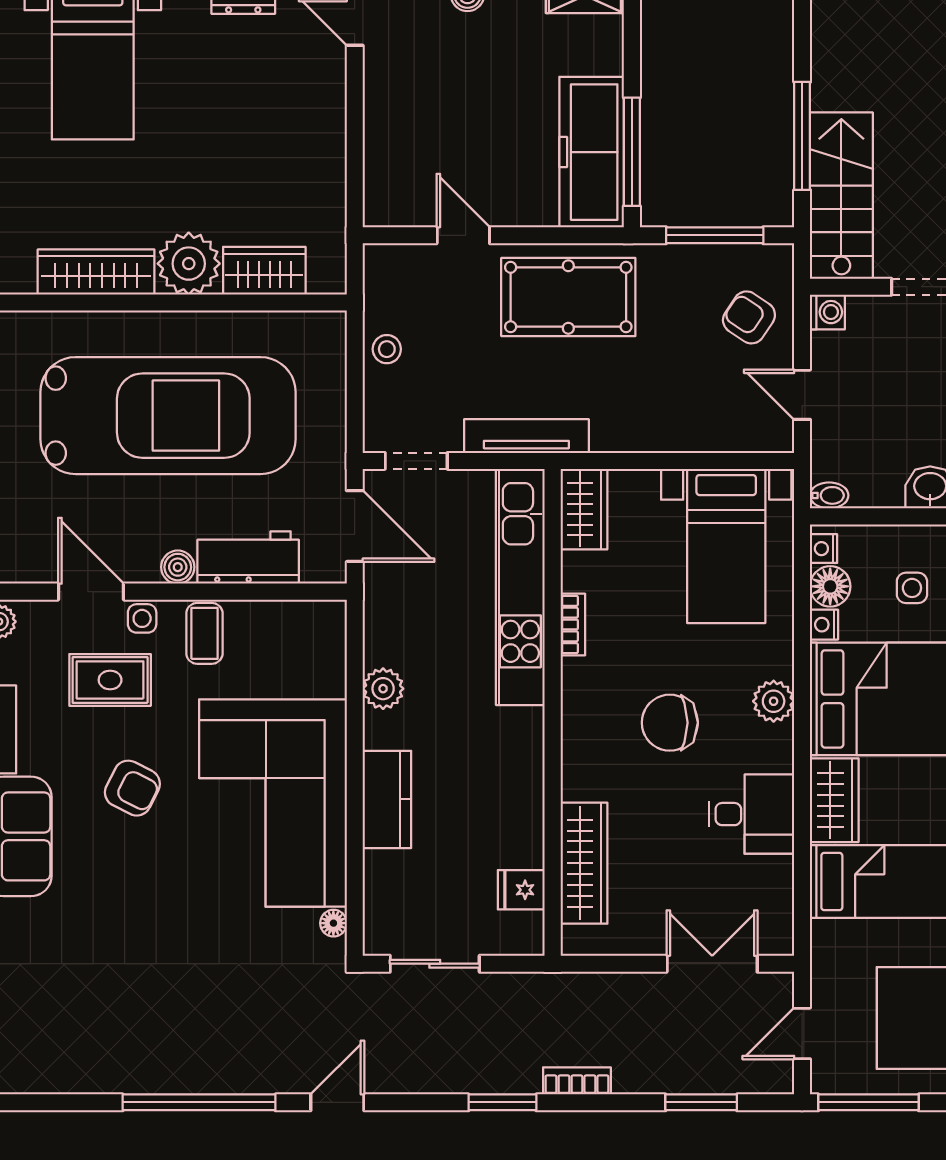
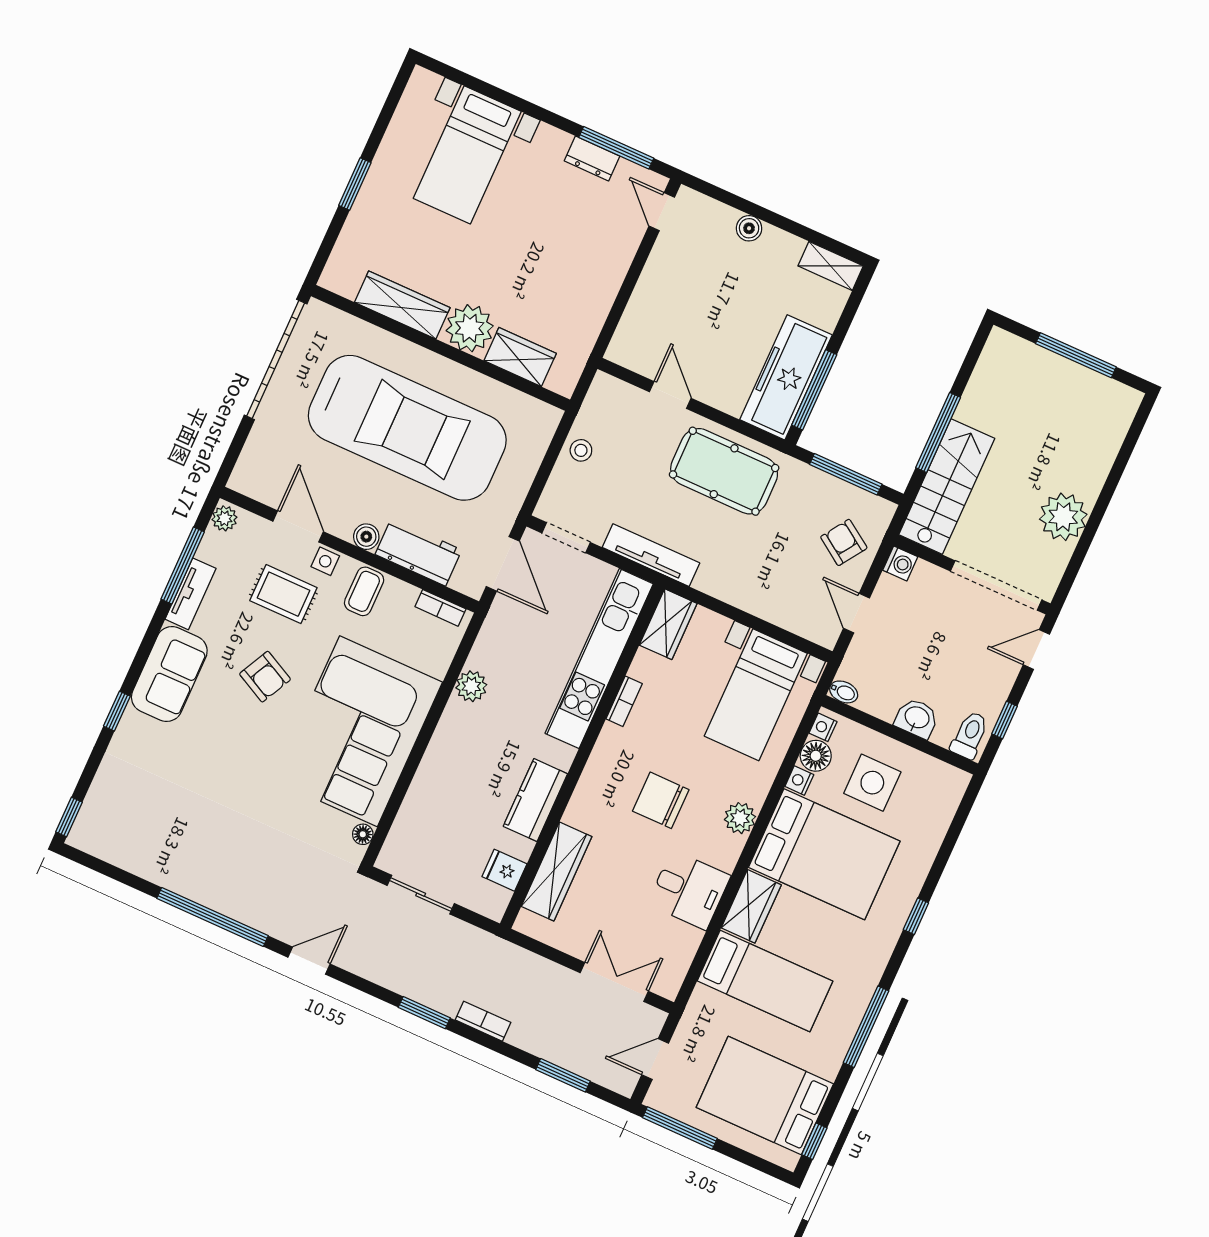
side table: (912, 588) -> (872, 783), width x1.87, depth x1.87
bookcase: (304, 612) -> (440, 608), added
kitchen counter: (387, 799) -> (535, 800), moved, turned 180

